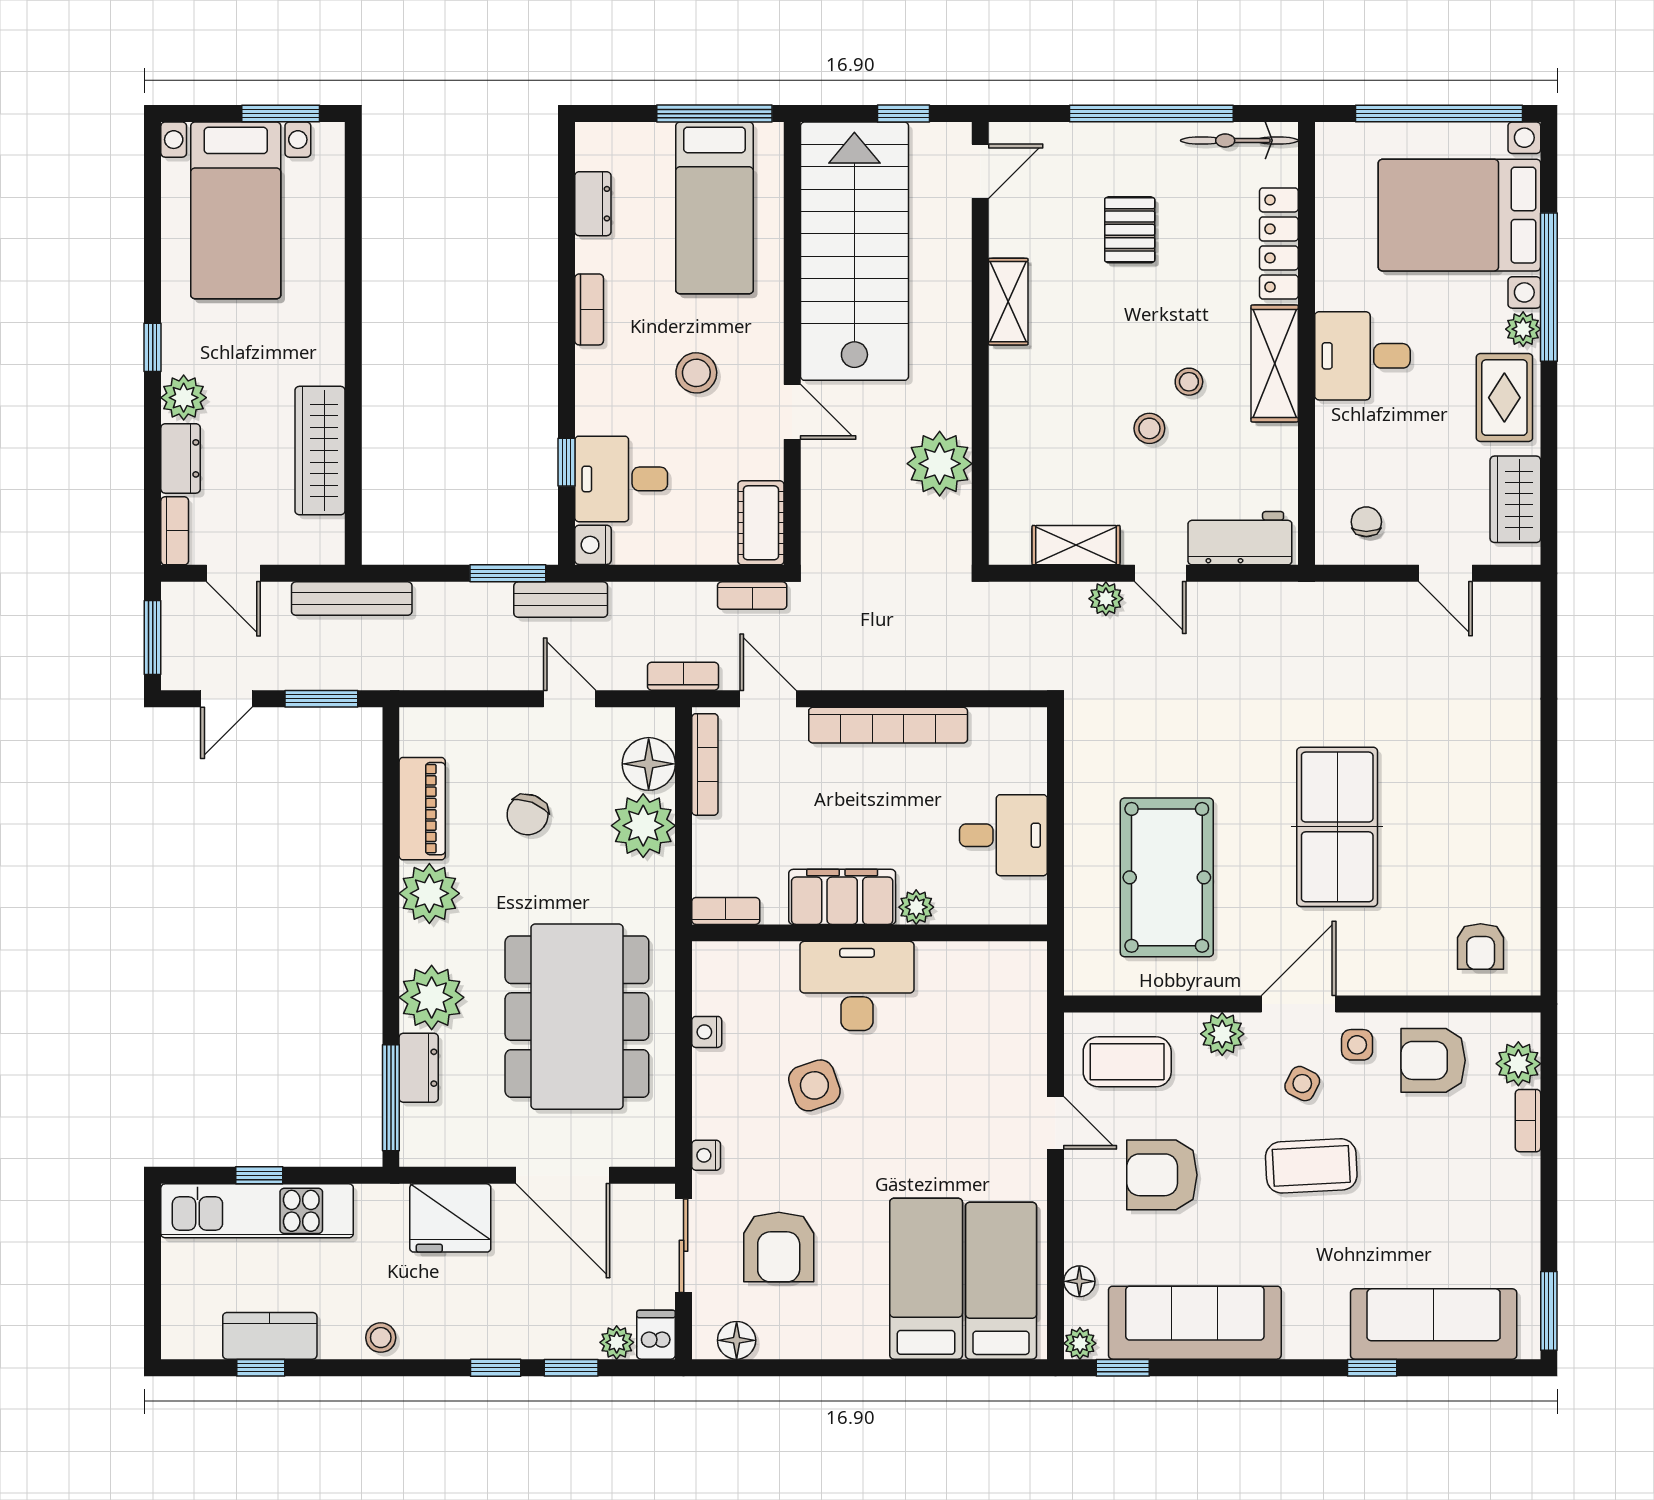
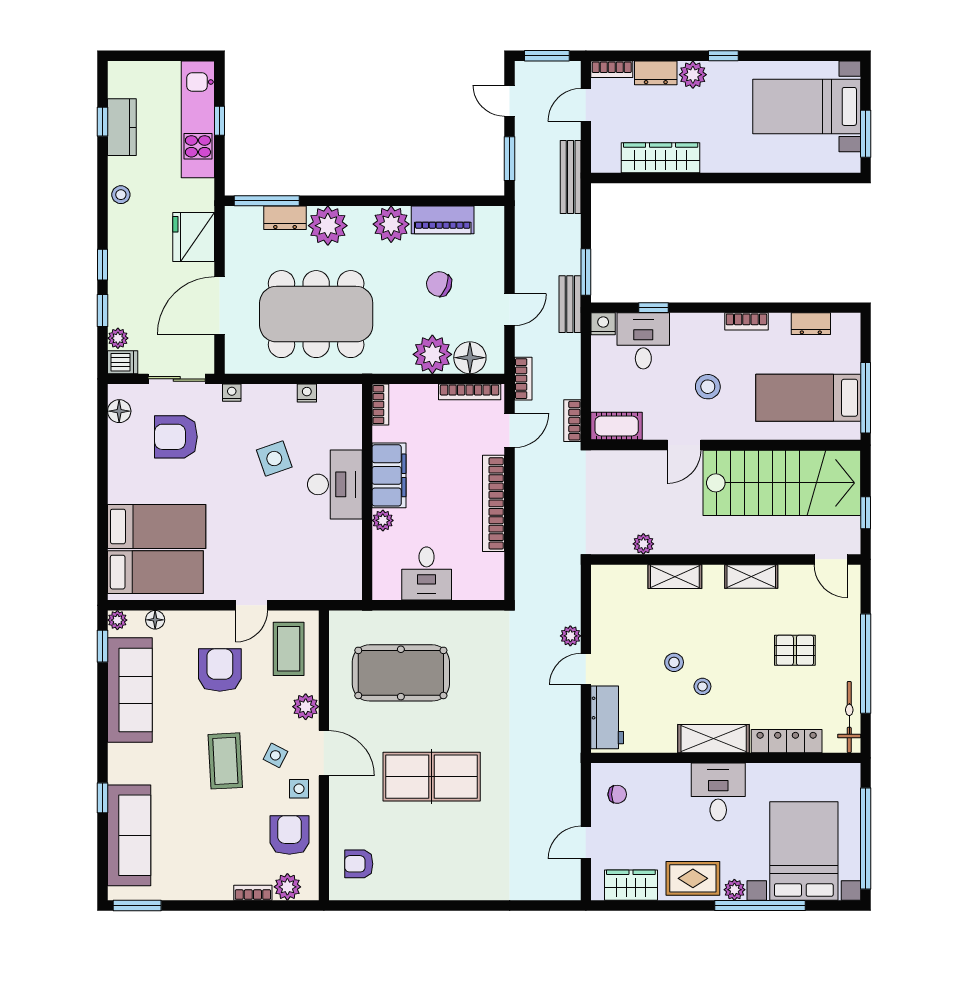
plant: (940, 464) -> (643, 544), width x0.53, depth x0.53
shelving: (1076, 545) -> (675, 577), moved, turned 90

